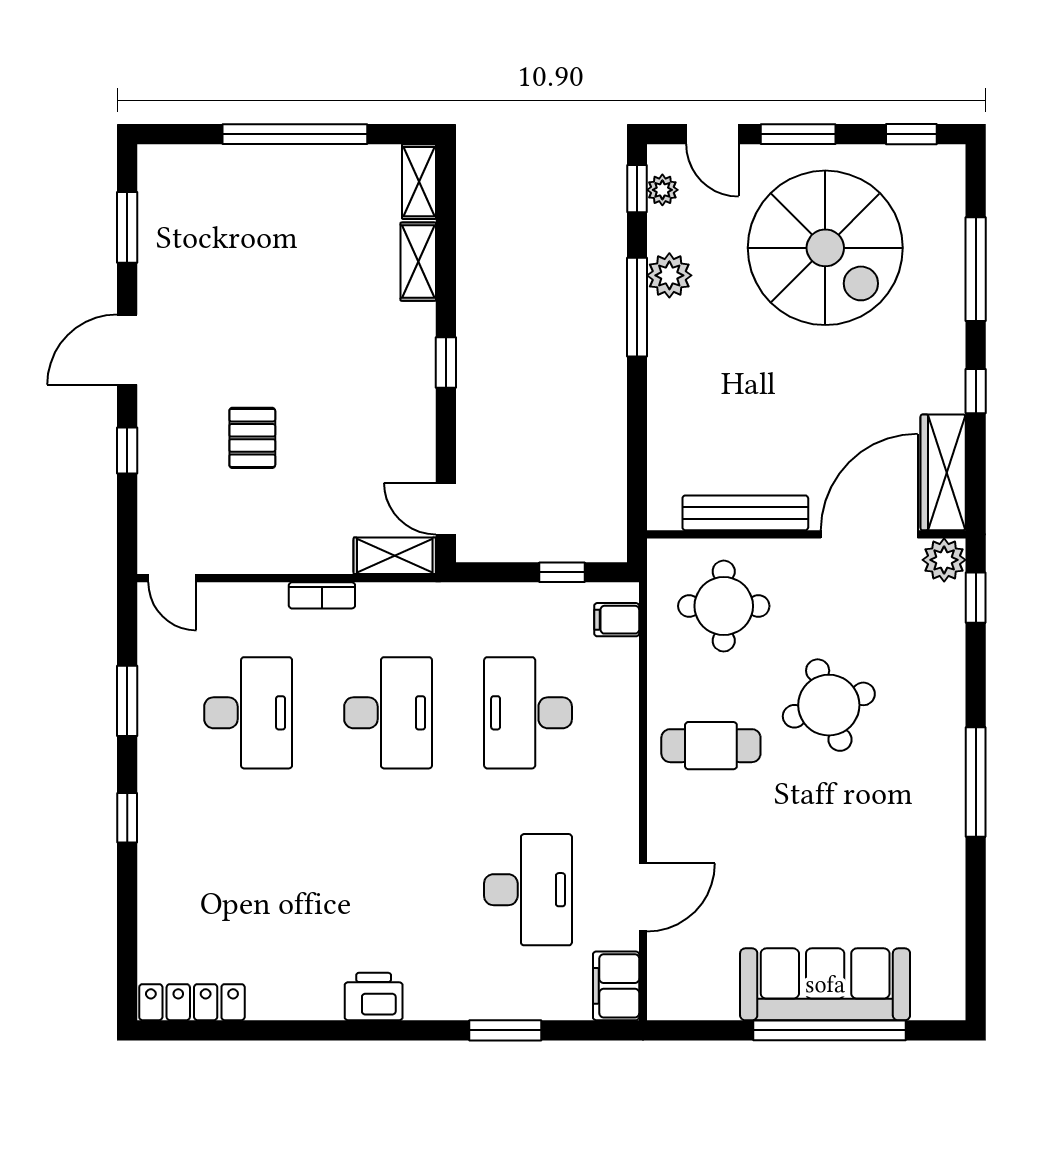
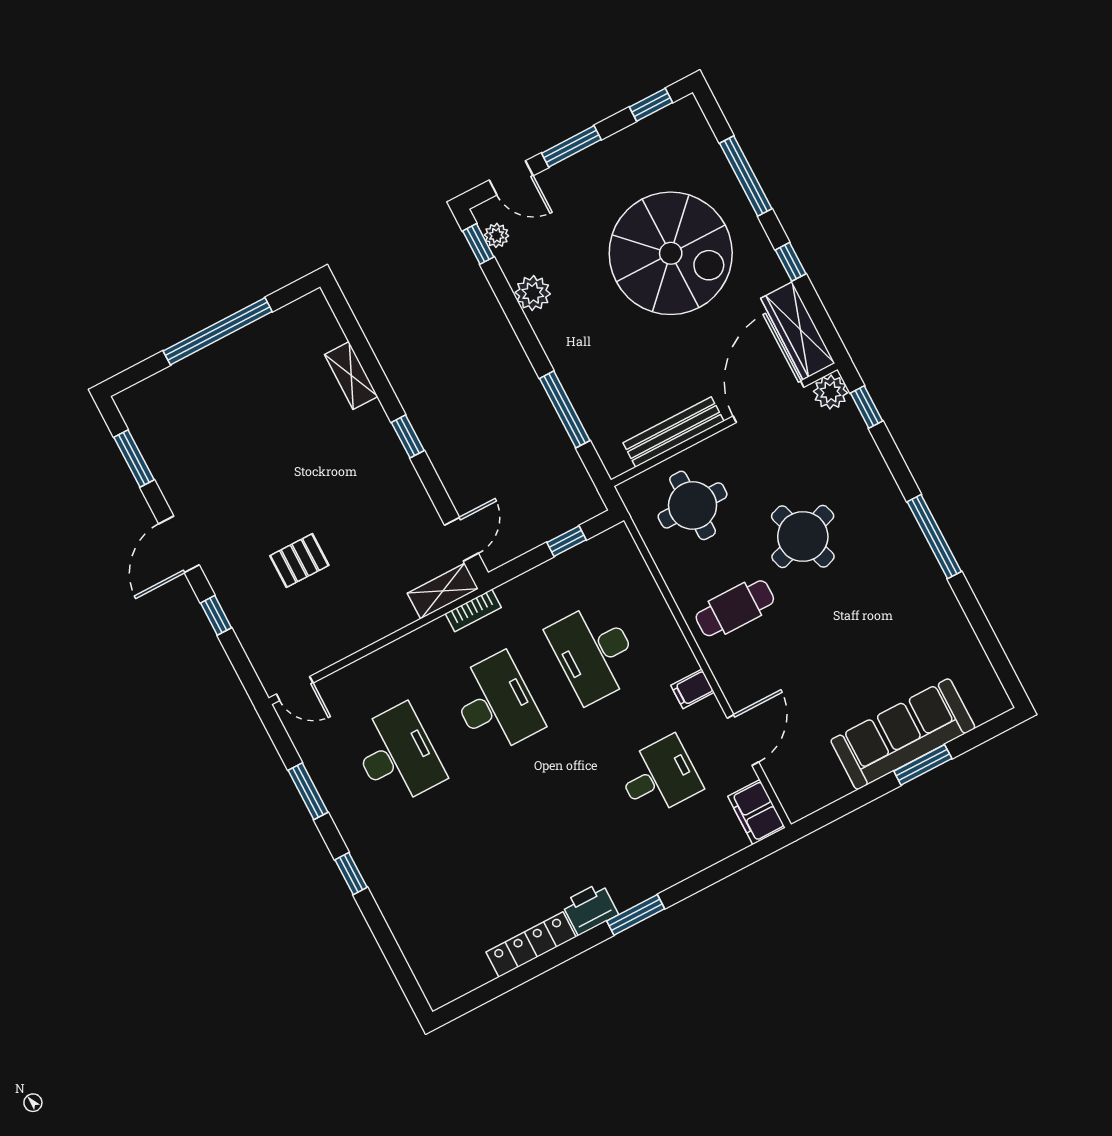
shelving: (419, 182) -> (322, 319), removed
spiral stairs: (825, 248) -> (671, 253), moved
window: (637, 307) -> (565, 409), moved
pallet: (252, 438) -> (299, 561), turned 90
door: (446, 509) -> (461, 539), swing flipped
bookcase: (322, 595) -> (473, 611), moved
filing cabinet: (617, 620) -> (693, 689), moved
desk: (528, 890) -> (659, 777), width x0.73
locker: (192, 1002) -> (531, 945), moved
window: (505, 1030) -> (636, 915), moved
window: (829, 1030) -> (923, 765), width x0.47

